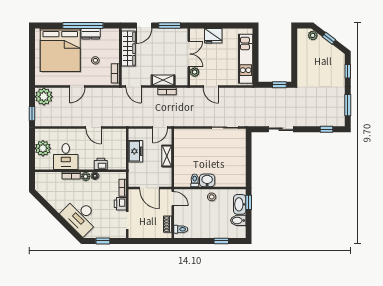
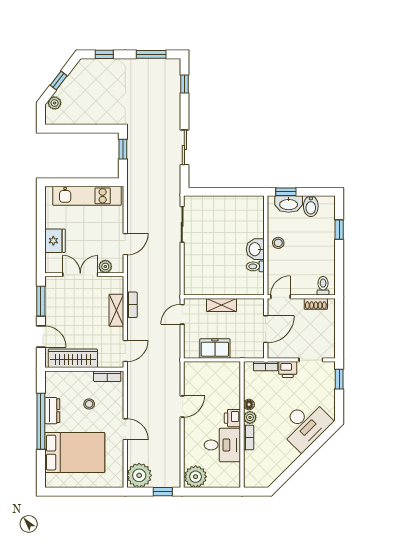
bed: (60, 50) -> (75, 453), width x0.73
door: (160, 127) -> (182, 314), swing flipped
plant: (43, 148) -> (196, 477), moved
printer: (101, 164) -> (232, 418), moved
window: (103, 241) -> (339, 379), moved

